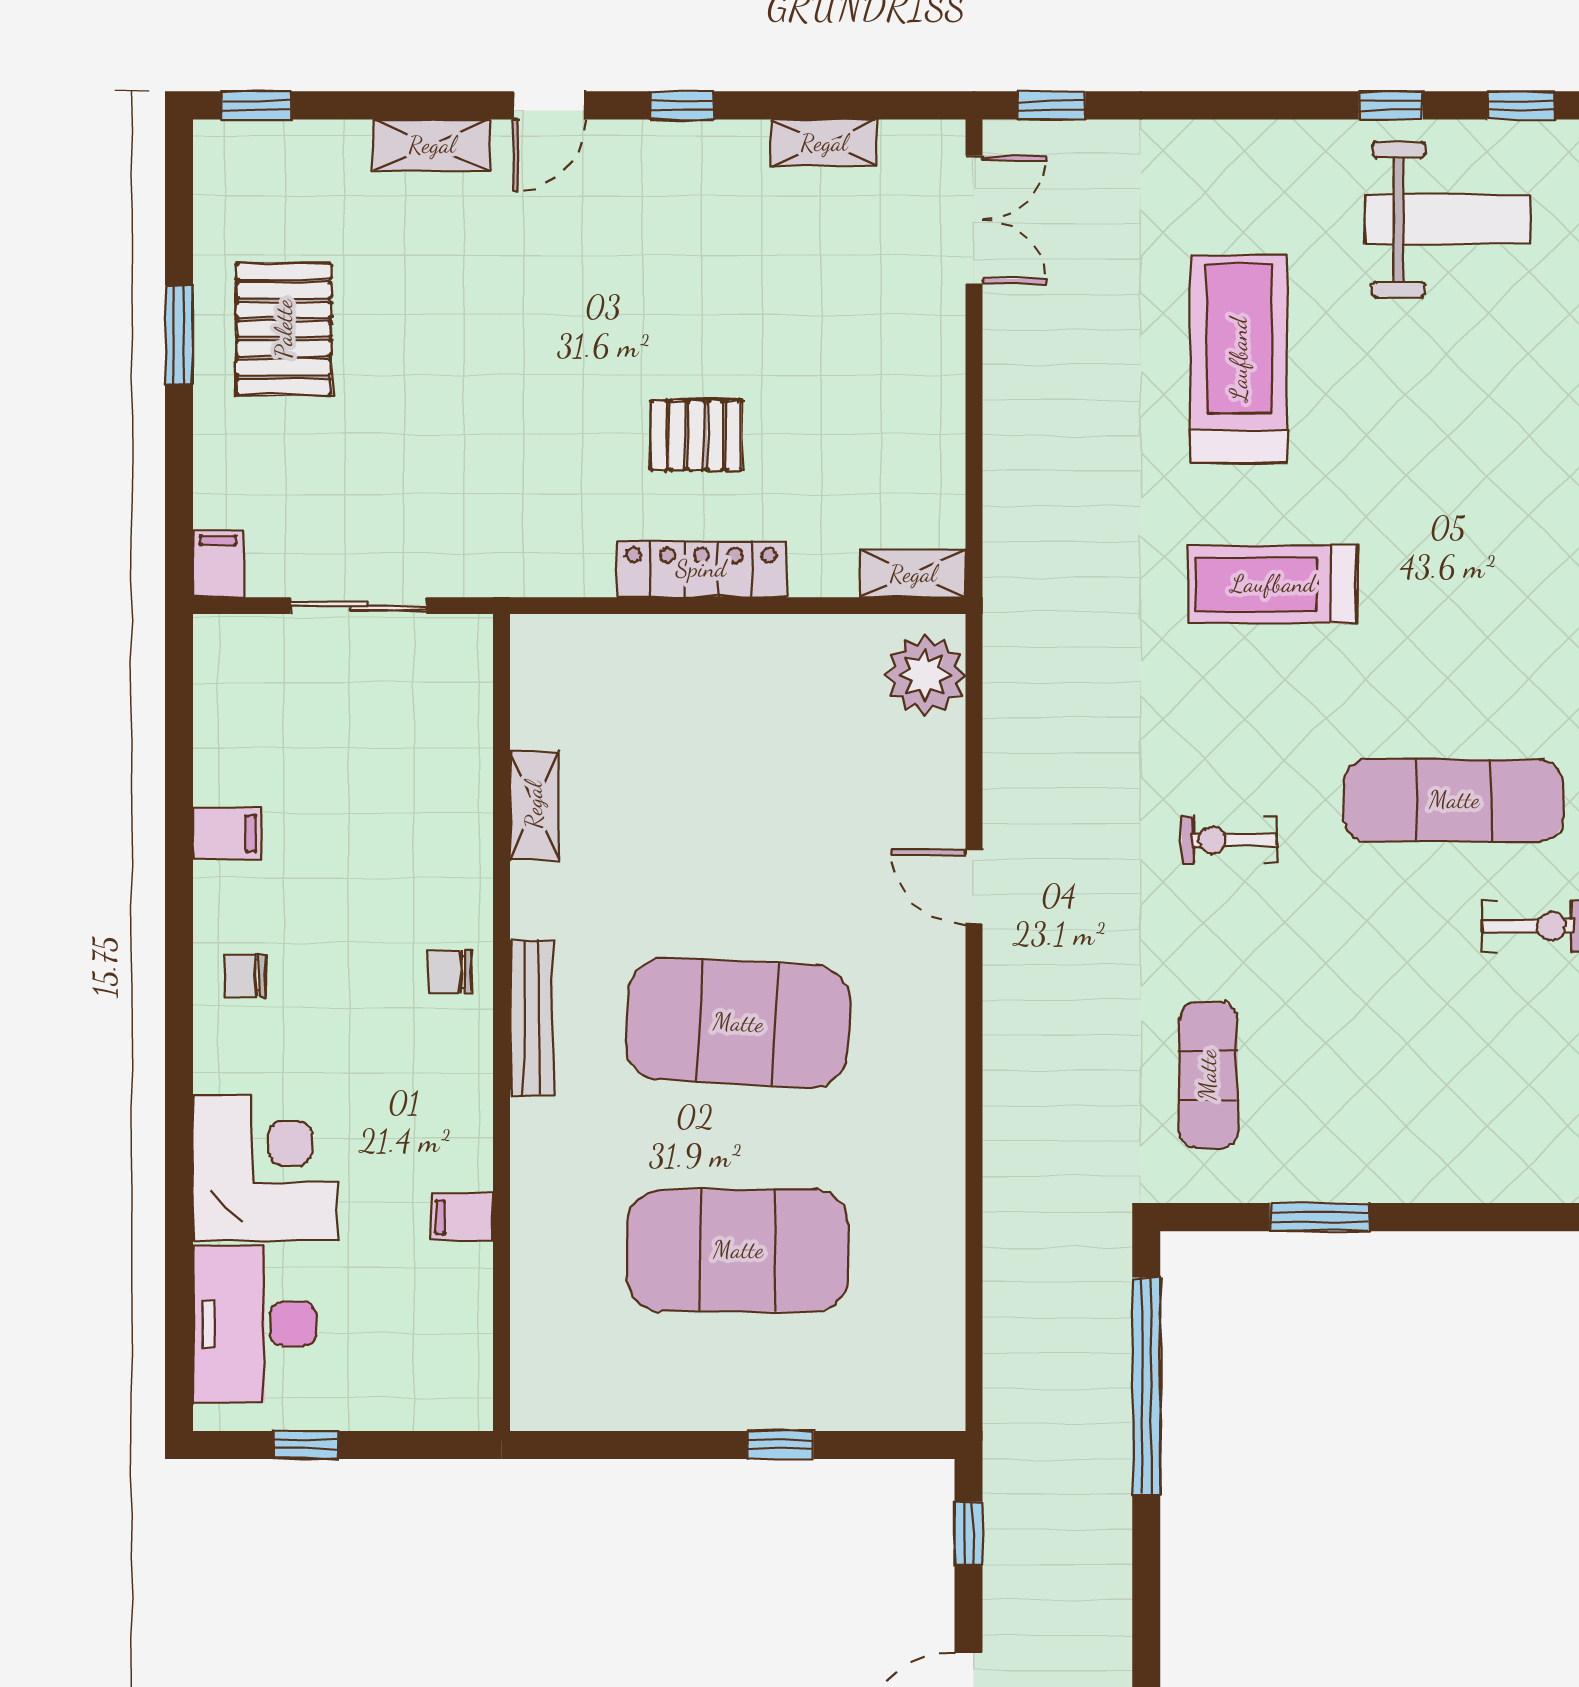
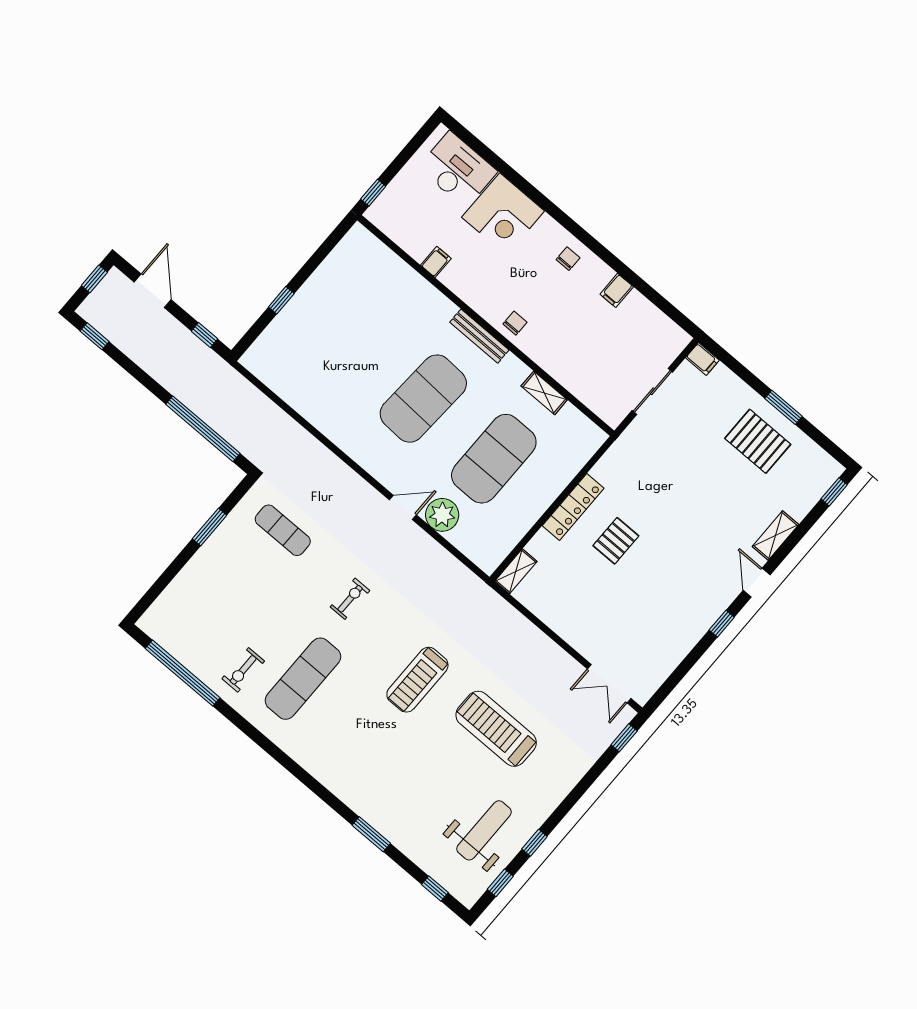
shelving: (824, 143) -> (673, 658), removed
weight bench: (1448, 219) -> (484, 830), turned 180
treadmill: (1239, 359) -> (496, 729), turned 180
treadmill: (1273, 584) -> (417, 680), turned 180
plant: (925, 675) -> (442, 515), moved
exercise mat: (738, 1250) -> (494, 459), moved
window: (305, 1445) -> (373, 193), moved

